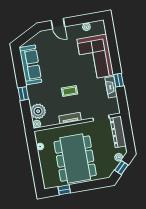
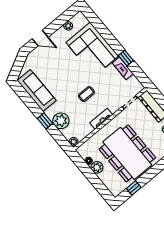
plant: (38, 111) -> (61, 121), moved
plant: (44, 156) -> (97, 167), added

